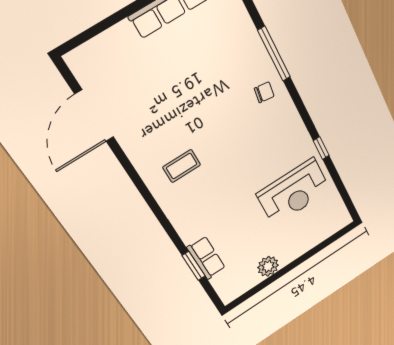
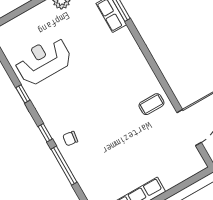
window: (296, 99) -> (45, 133), added
coffee table: (182, 166) -> (151, 104), moved

